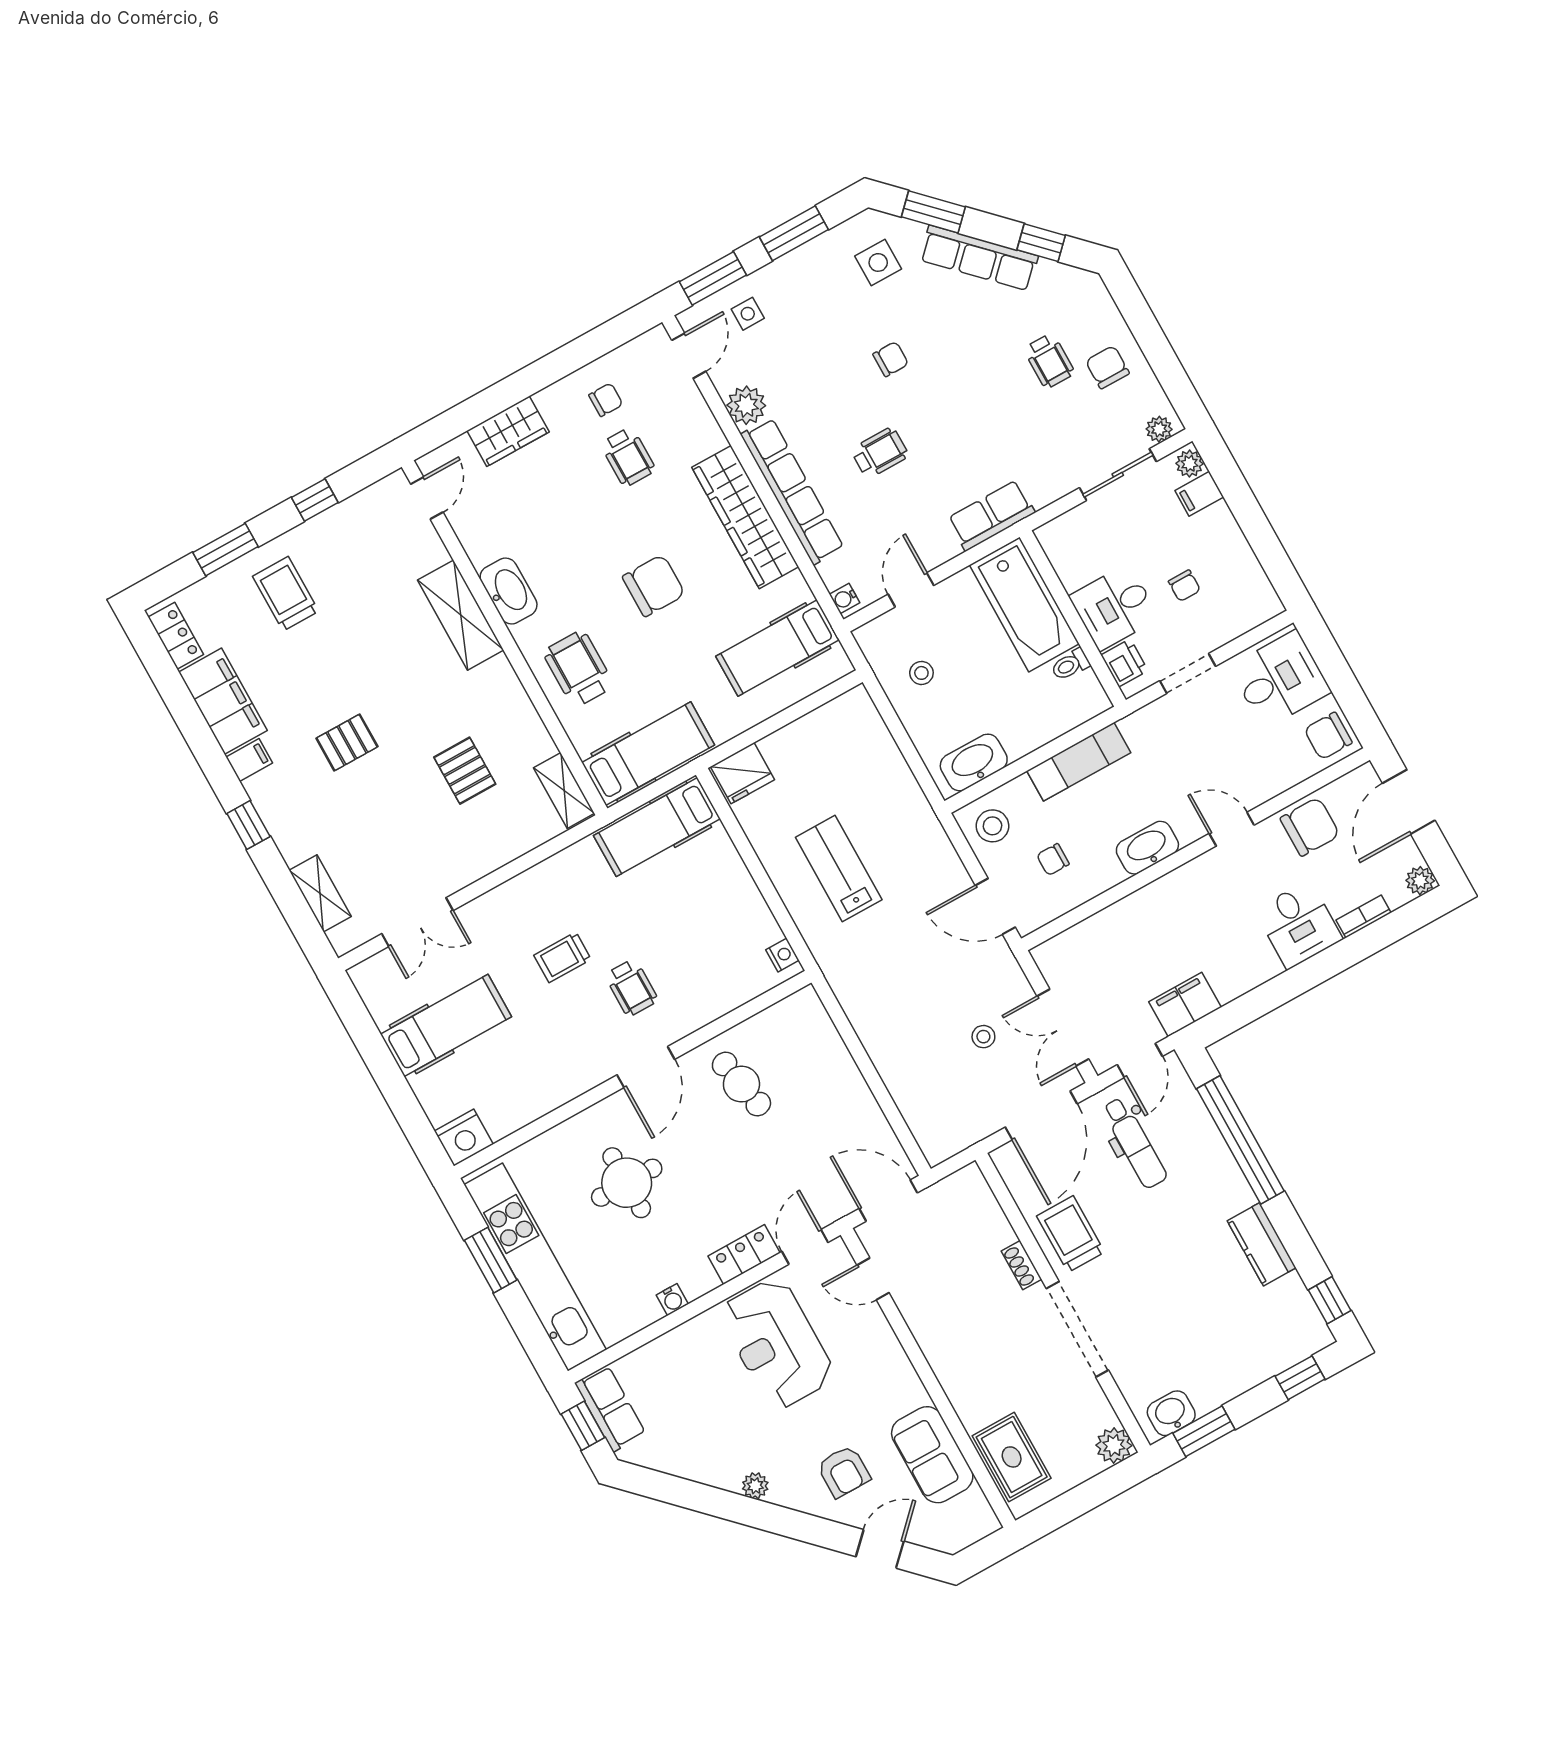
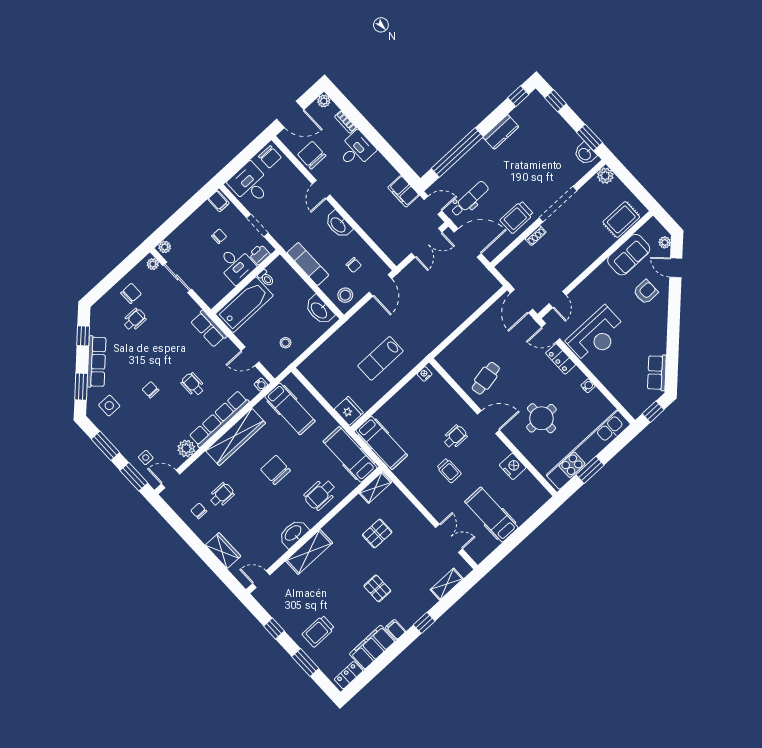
chair: (1107, 367) -> (131, 293), turned 180
filing cabinet: (1199, 494) -> (218, 201), moved
stool: (983, 1037) -> (439, 277), removed
nightstand: (464, 1138) -> (513, 466), moved
row of seats: (610, 1408) -> (657, 373), moved, turned -45
plant: (755, 1486) -> (665, 242), moved

